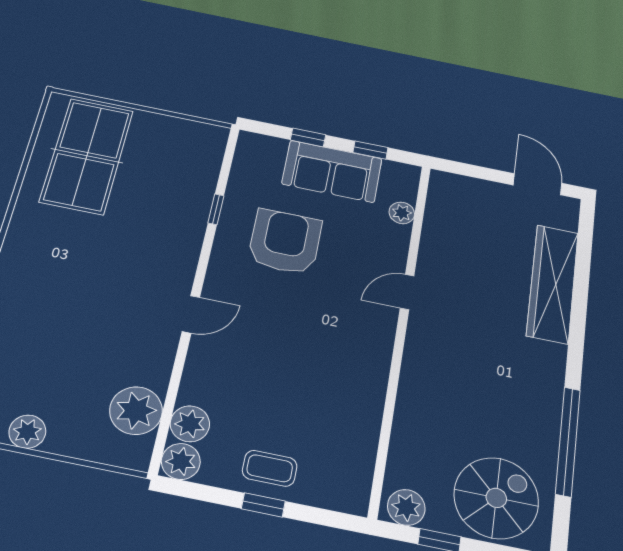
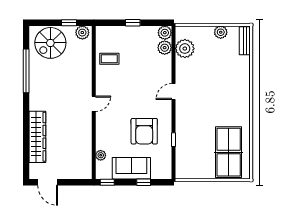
window: (370, 150) -> (107, 182), moved
door: (407, 292) -> (94, 104), moved
coffee table: (270, 468) -> (109, 59), moved

